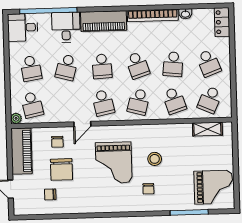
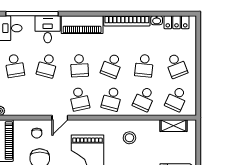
locker: (222, 22) -> (177, 22), moved, turned -90
school desk: (138, 65) -> (112, 66), turned 39
school desk: (174, 101) -> (144, 99), turned 42
school desk: (32, 105) -> (15, 99), removed
stool: (155, 159) -> (129, 138), moved

